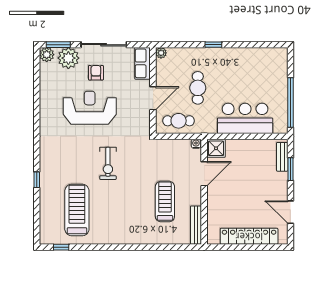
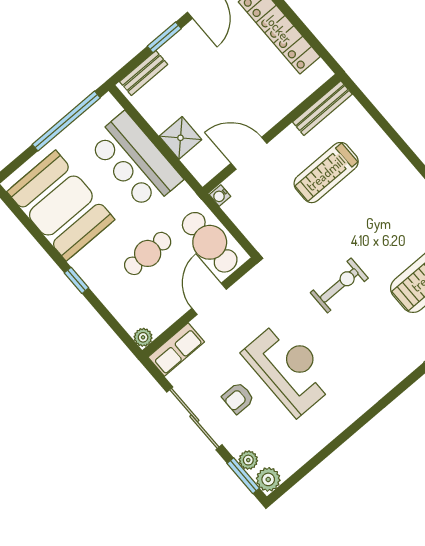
plant: (68, 58) -> (248, 460), width x0.53, depth x0.53
booth: (254, 67) -> (61, 206), added
door: (153, 98) -> (209, 299), hinge flipped
reception desk: (90, 108) -> (289, 368), turned 180
cafe table: (179, 121) -> (210, 242), width x1.37, depth x1.35
shower: (216, 148) -> (180, 138), moved
window: (290, 169) -> (164, 37), moved

